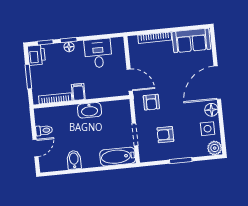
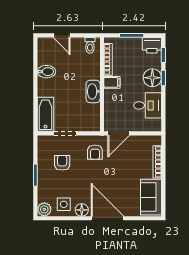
floor lamp: (69, 47) -> (152, 78), width x1.89, depth x1.89
armchair: (151, 102) -> (95, 152), turned -90
toilet: (44, 130) -> (90, 45), moved

